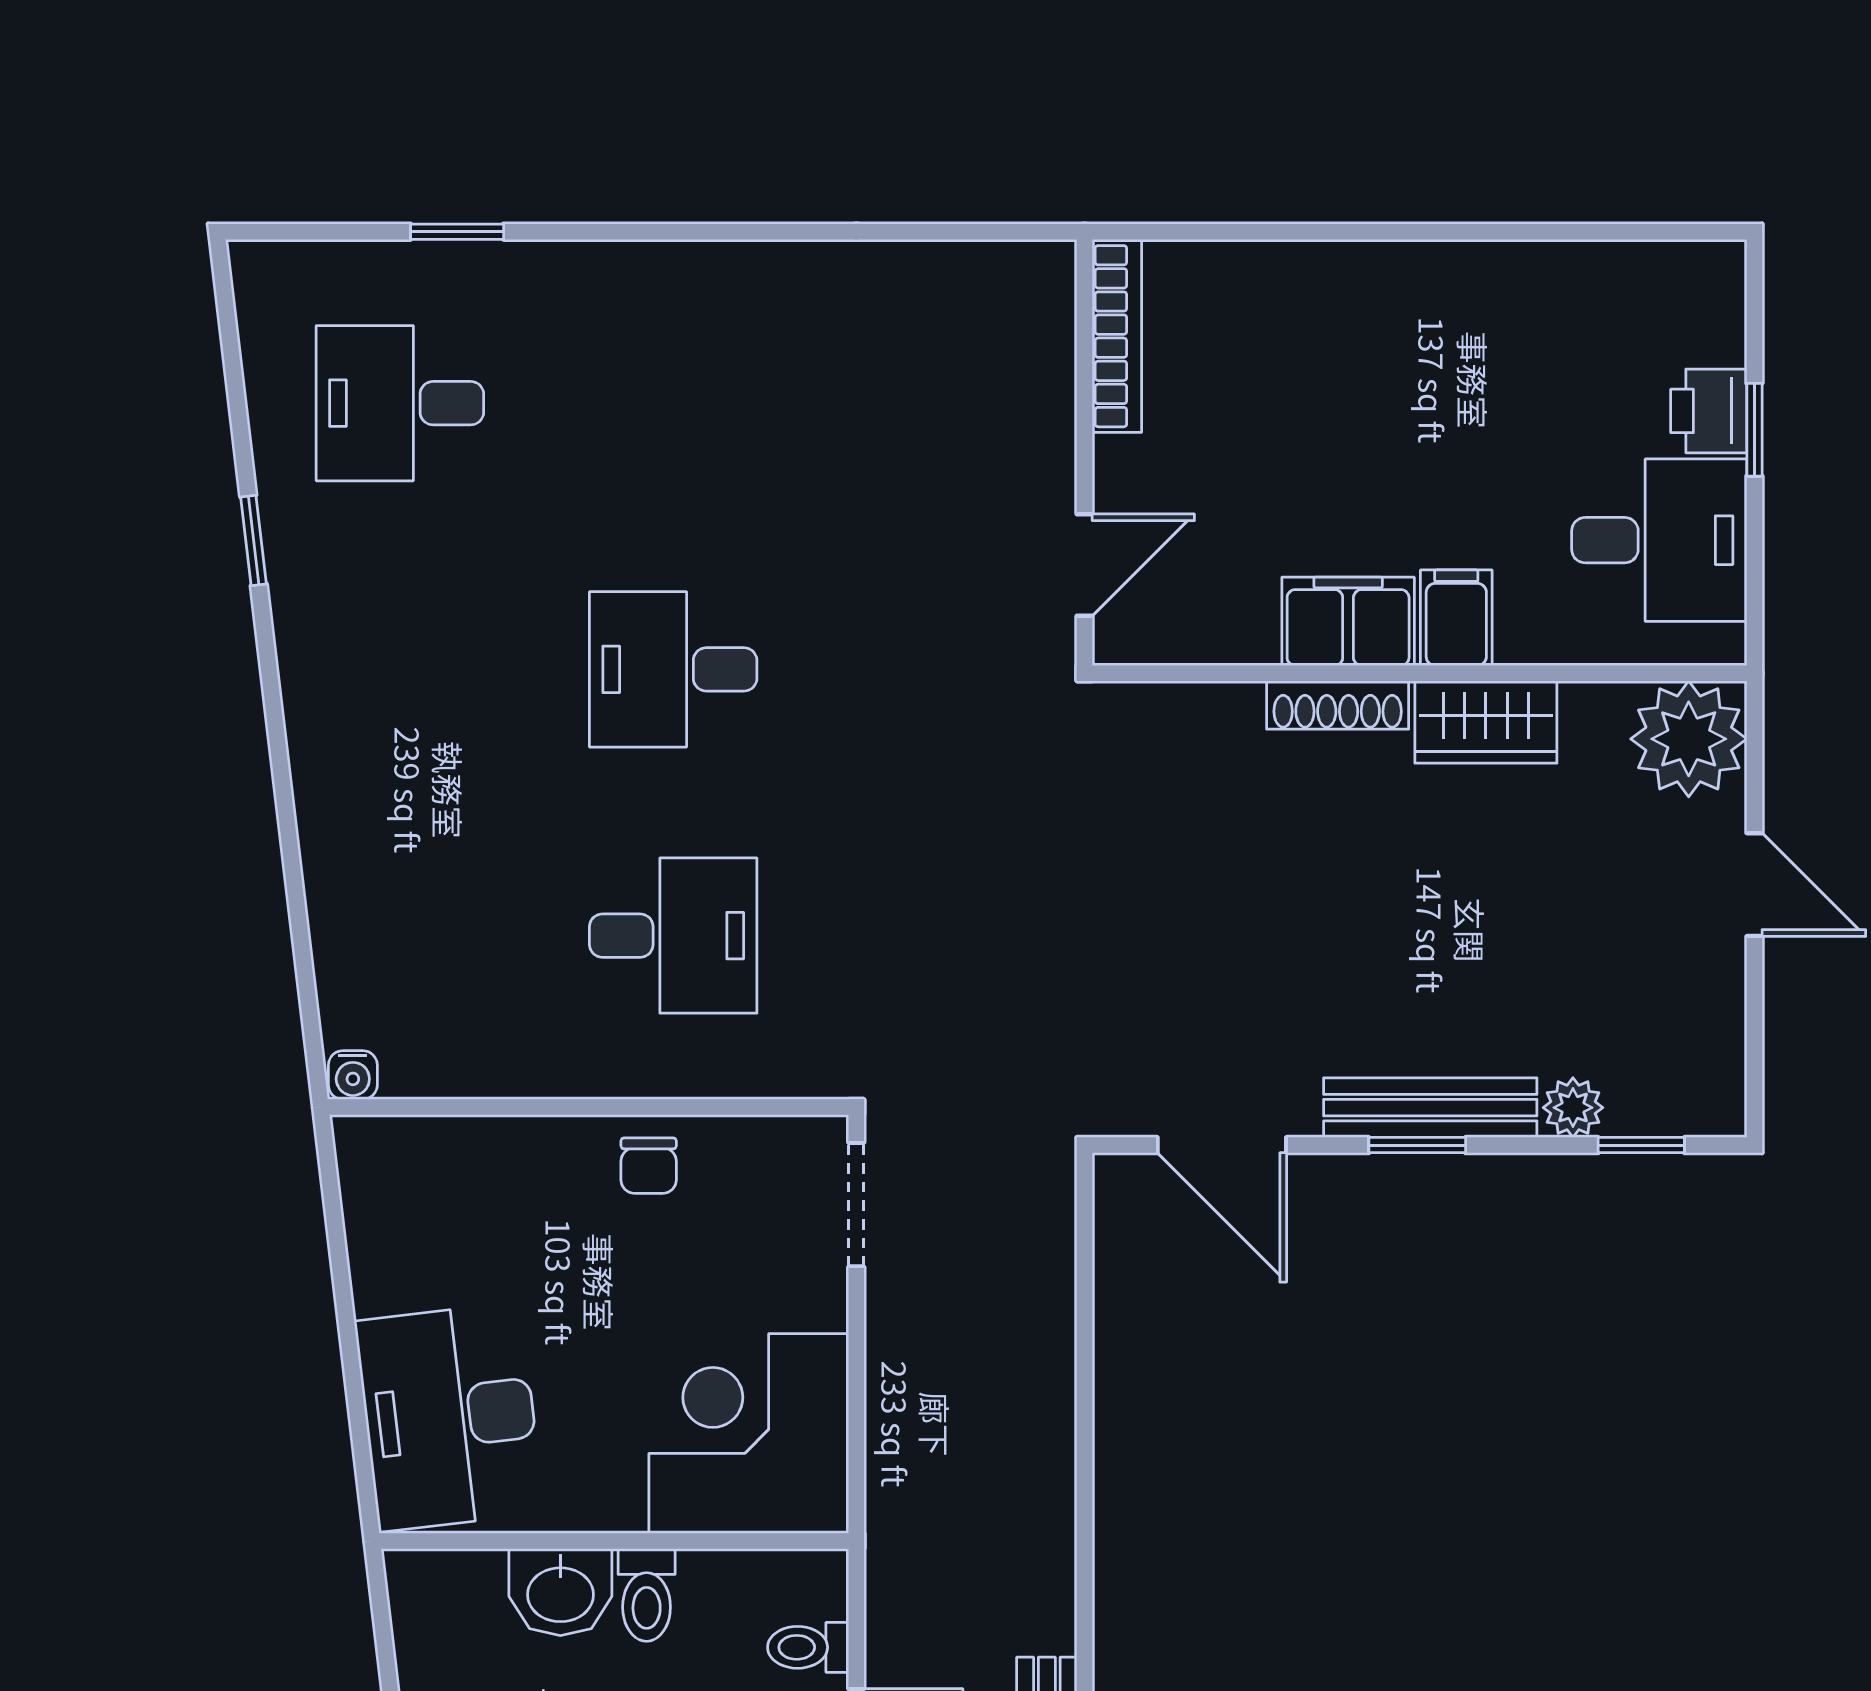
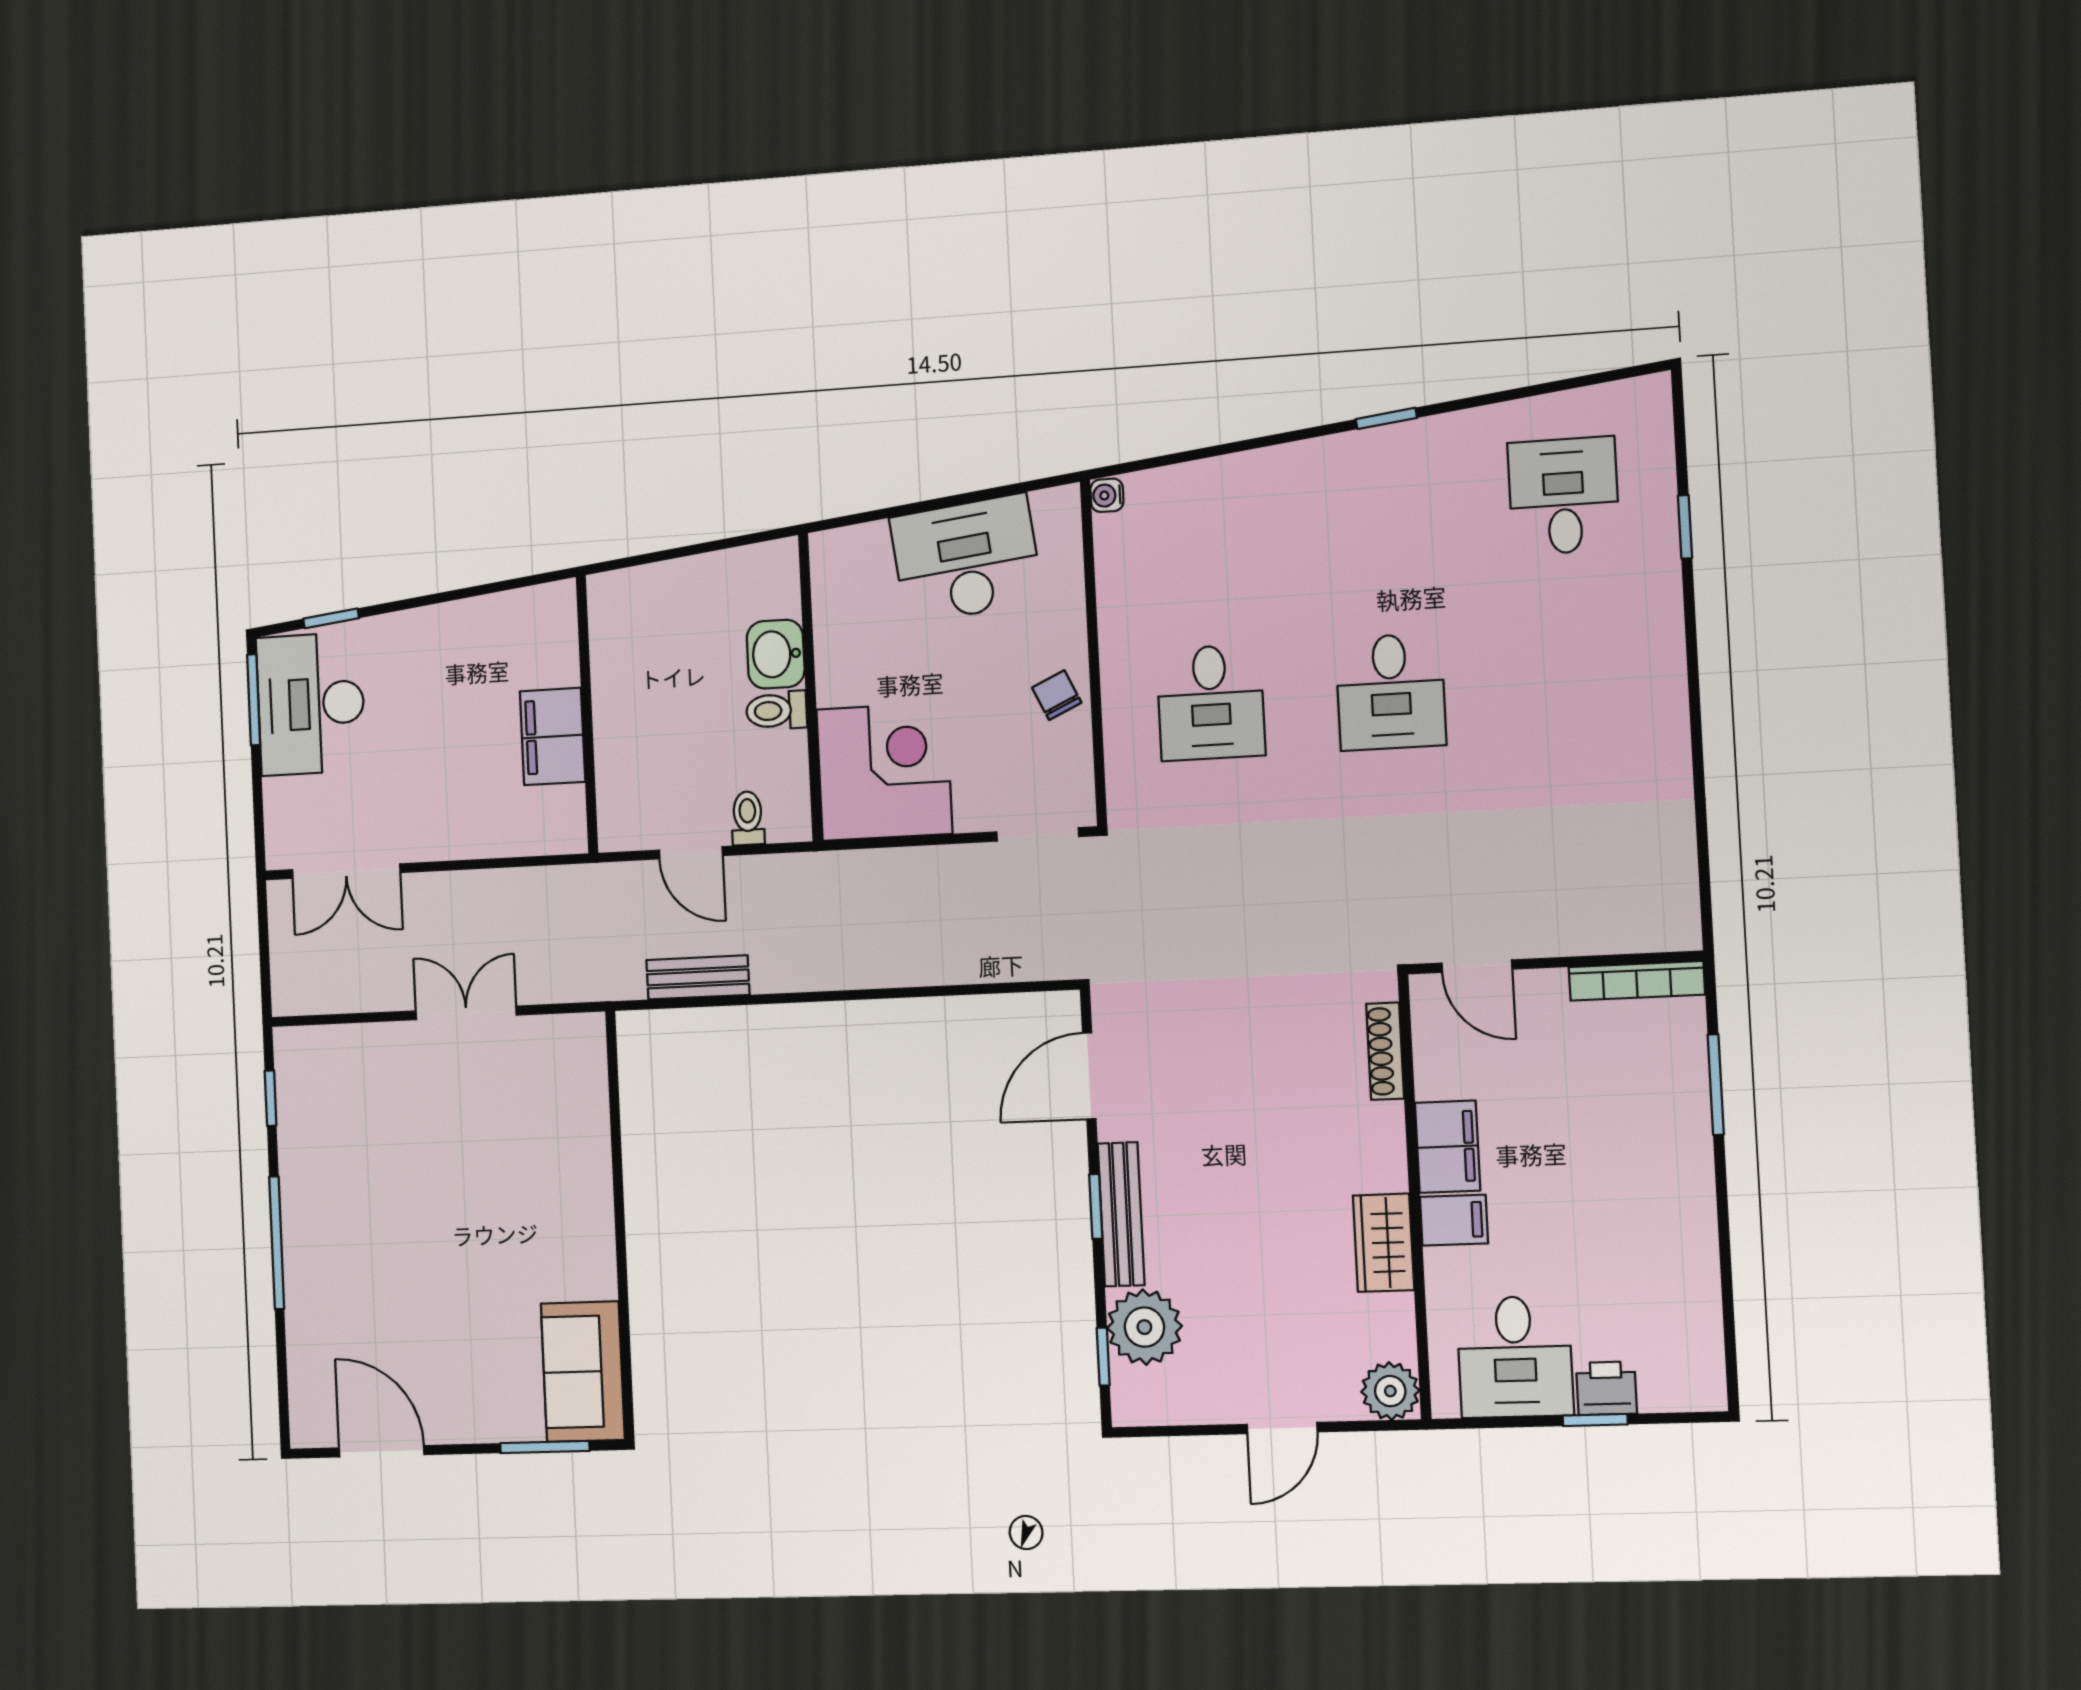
window: (1273, 232) -> (1716, 1085), added
window: (254, 540) -> (1386, 418), moved
desk: (673, 669) -> (1391, 692), turned 180
shoe rack: (1338, 705) -> (1385, 1051), moved
plant: (1689, 739) -> (1390, 1391), width x0.73, depth x0.73
plant: (1573, 1108) -> (1144, 1327), width x1.87, depth x1.87
chair: (649, 1166) -> (1057, 695), turned 65
desk: (449, 1417) -> (966, 559), moved

